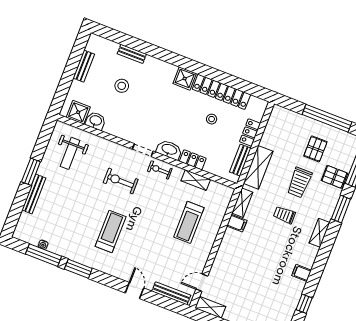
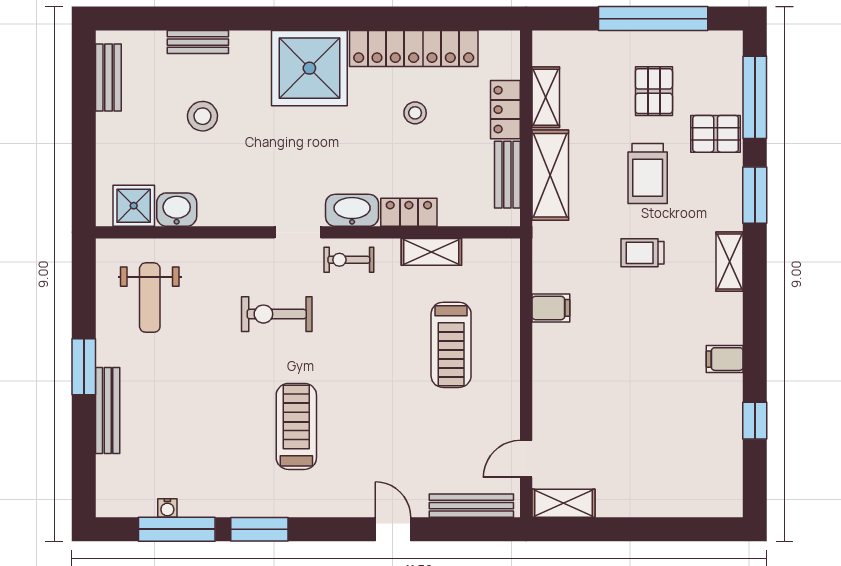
bench: (84, 66) -> (108, 77), moved
shower: (185, 79) -> (309, 68), width x1.86, depth x1.86
shelving: (242, 203) -> (546, 97), moved

